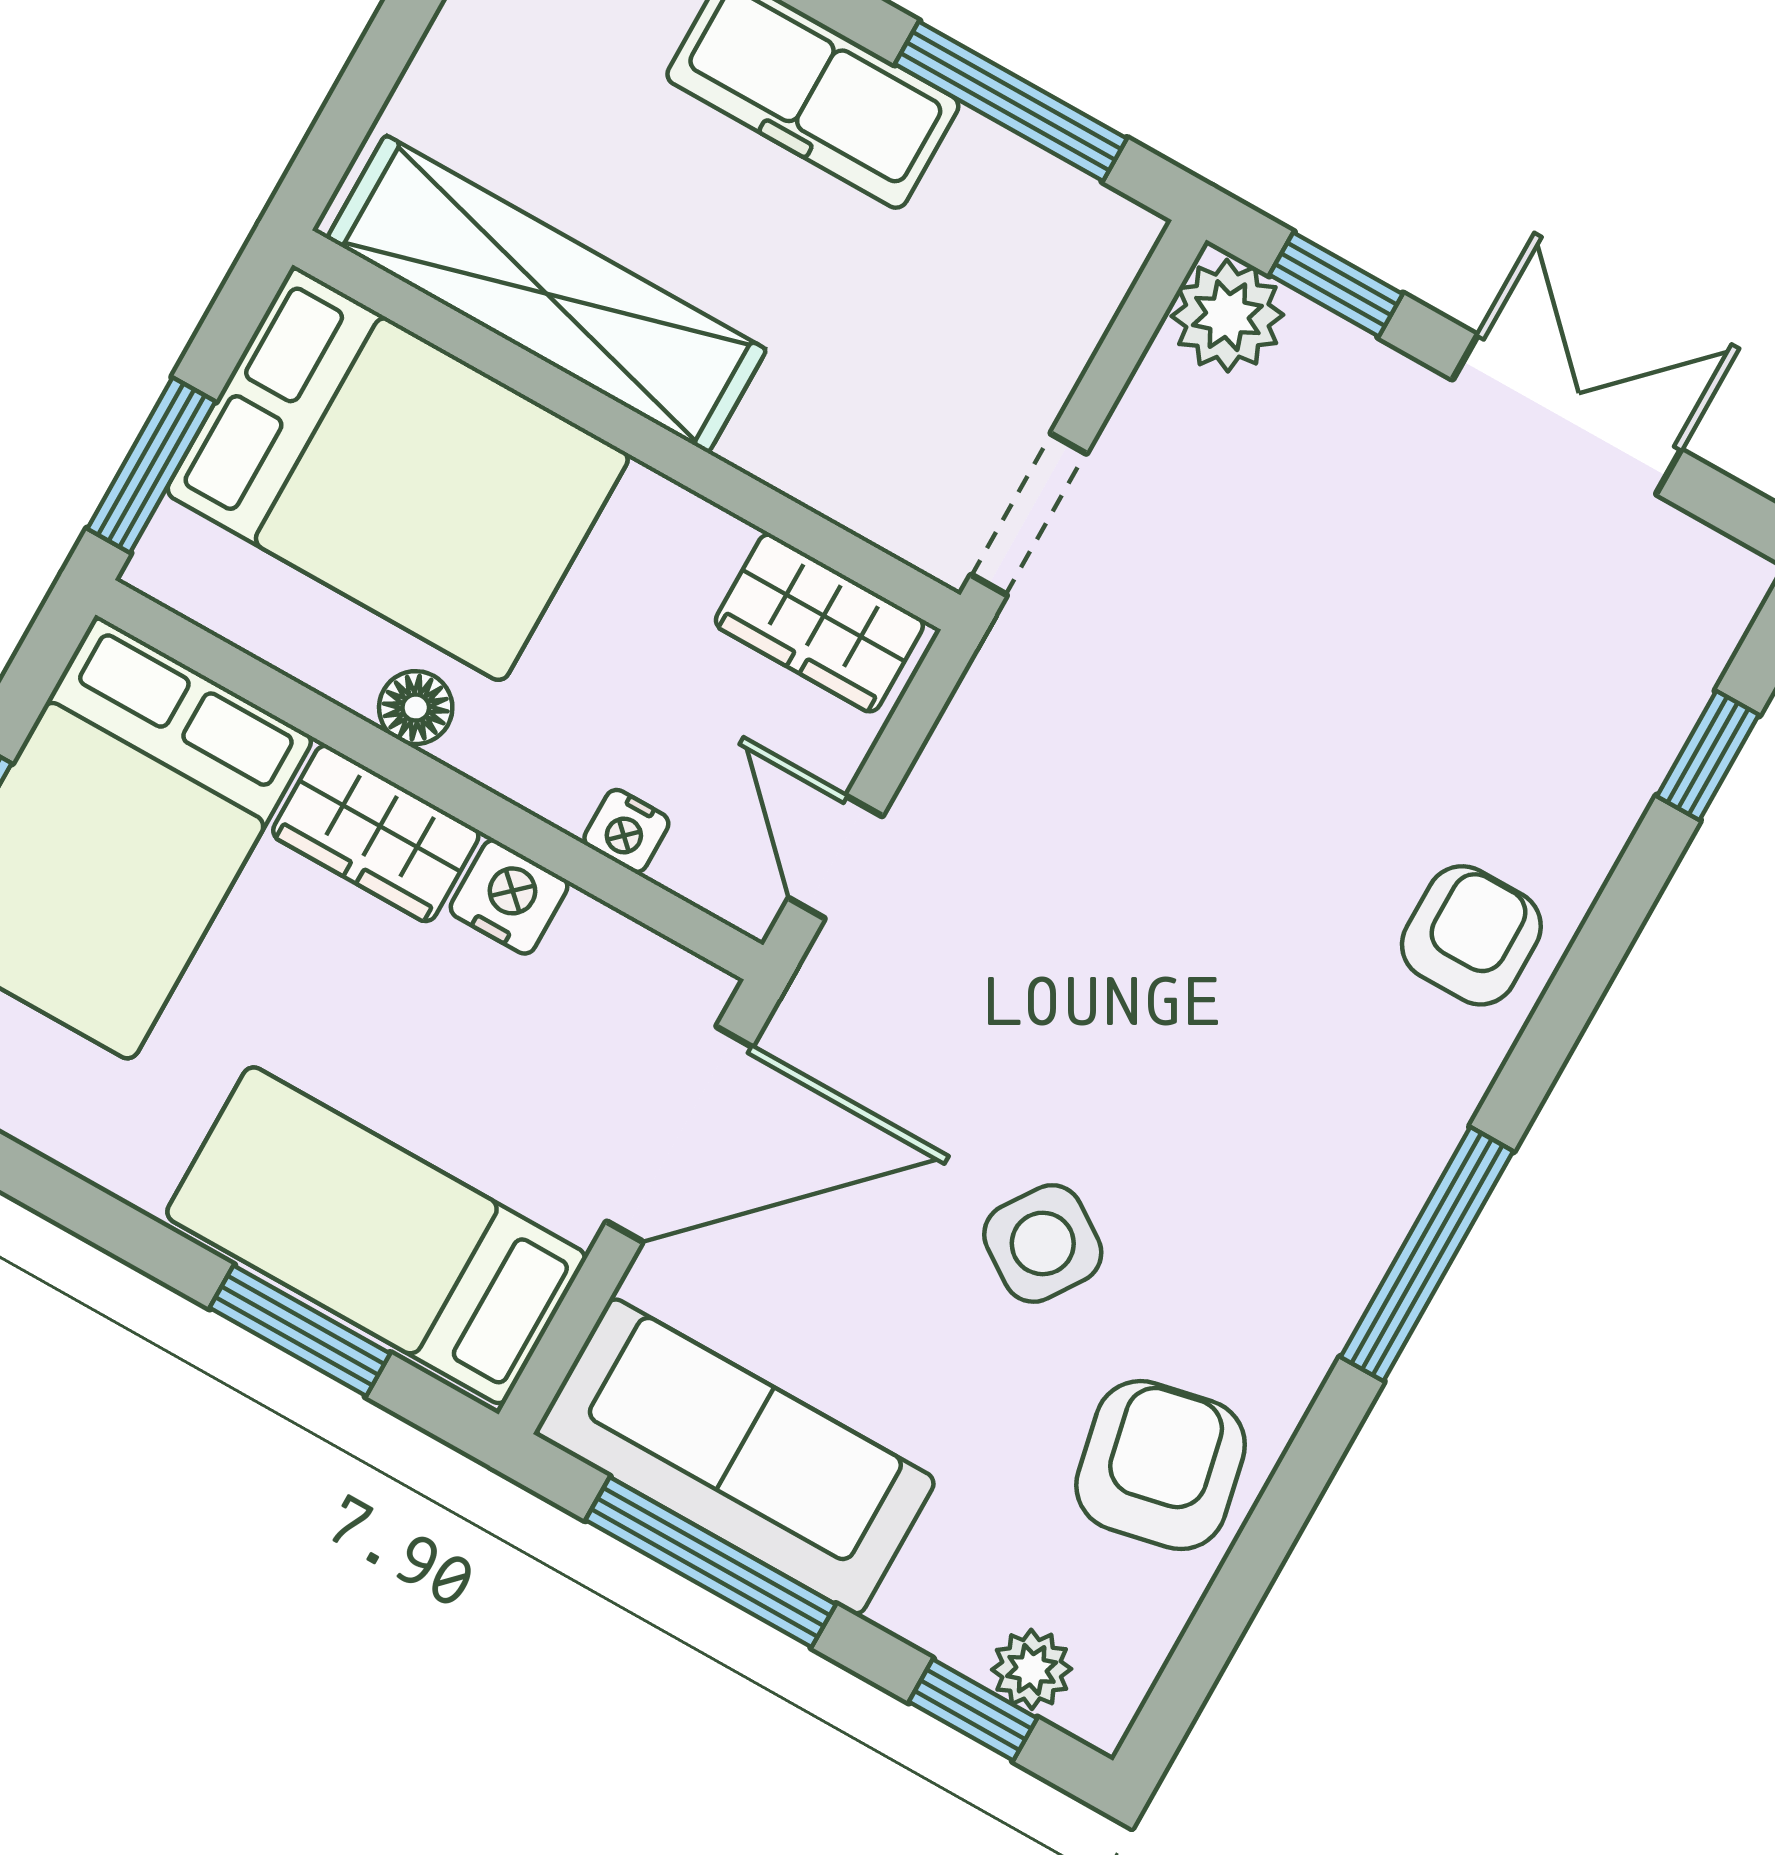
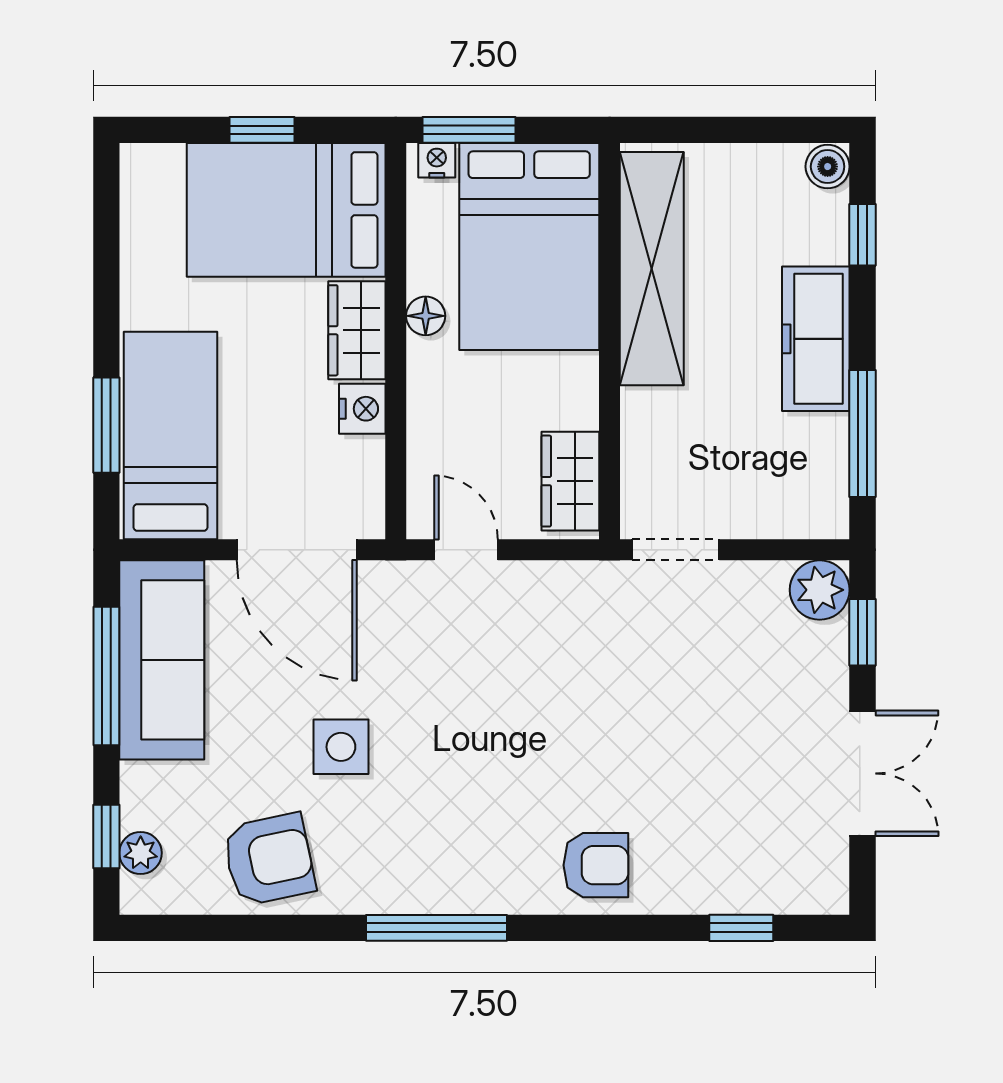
nightstand: (626, 831) -> (437, 160), moved, turned 90
door: (835, 857) -> (466, 550), hinge flipped
side table: (1043, 1243) -> (341, 747), turned -34

